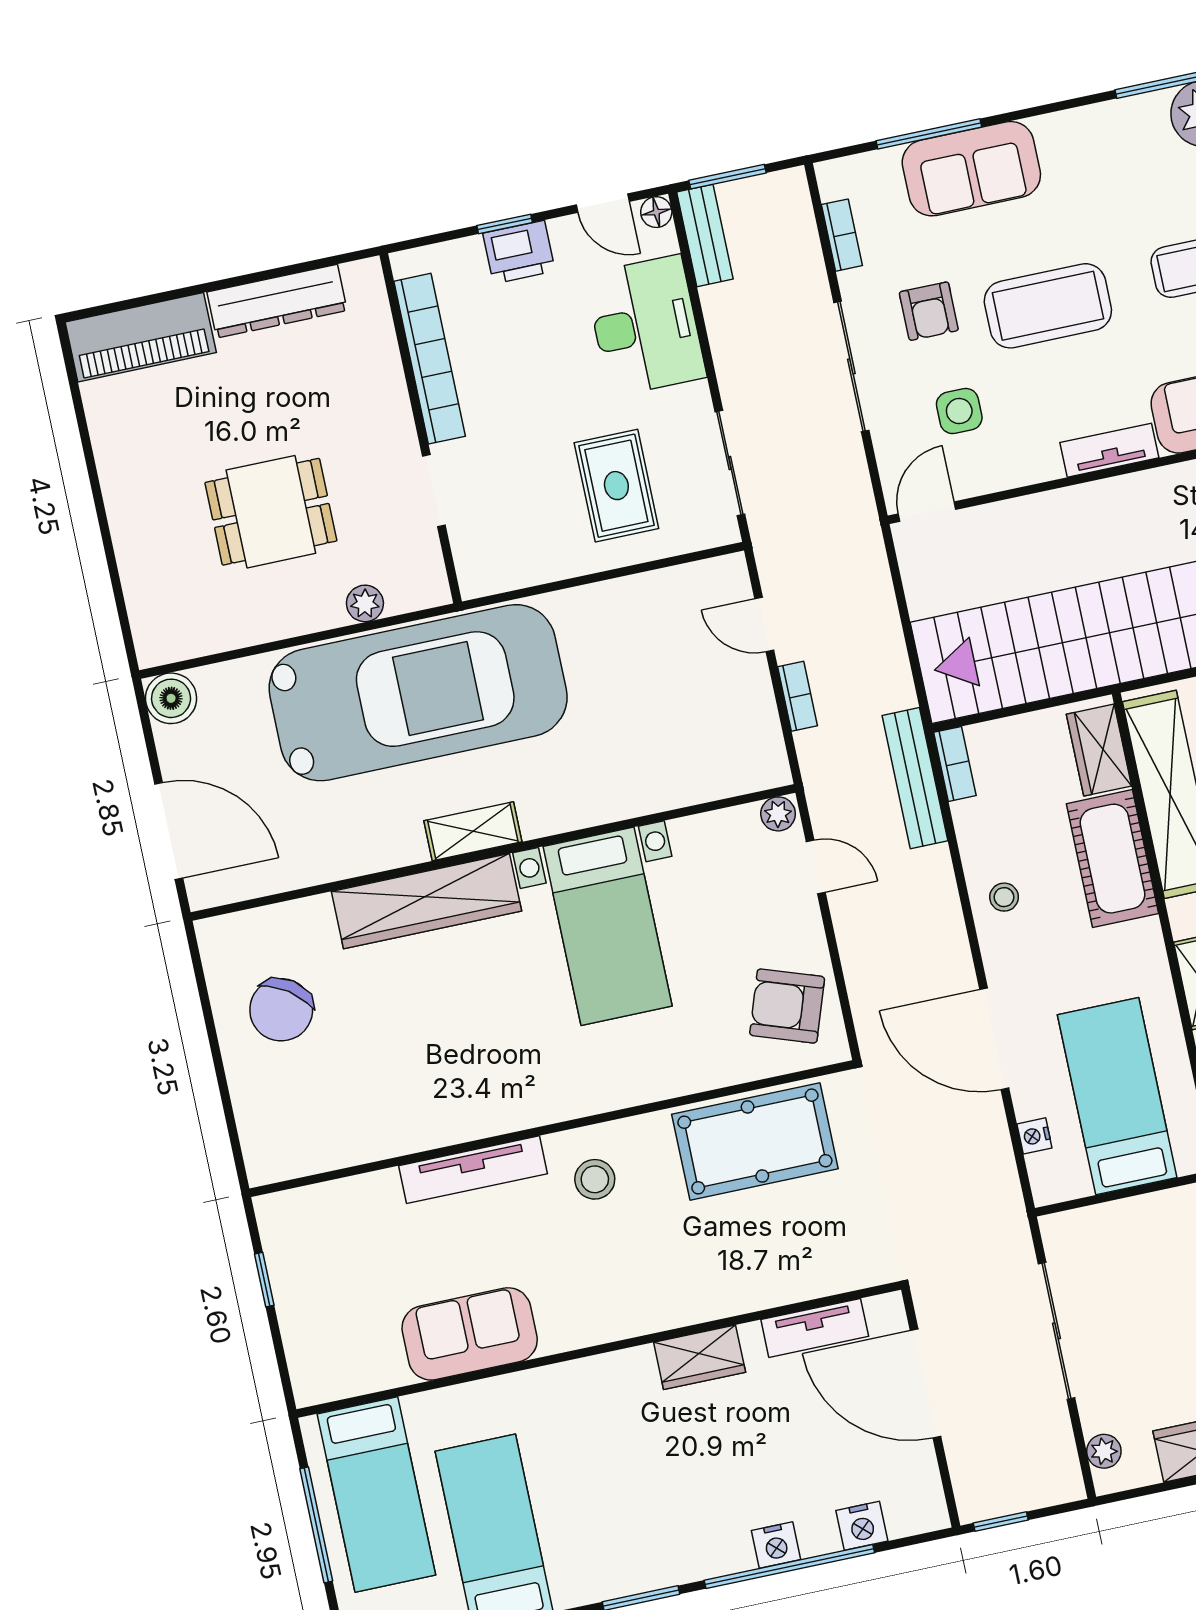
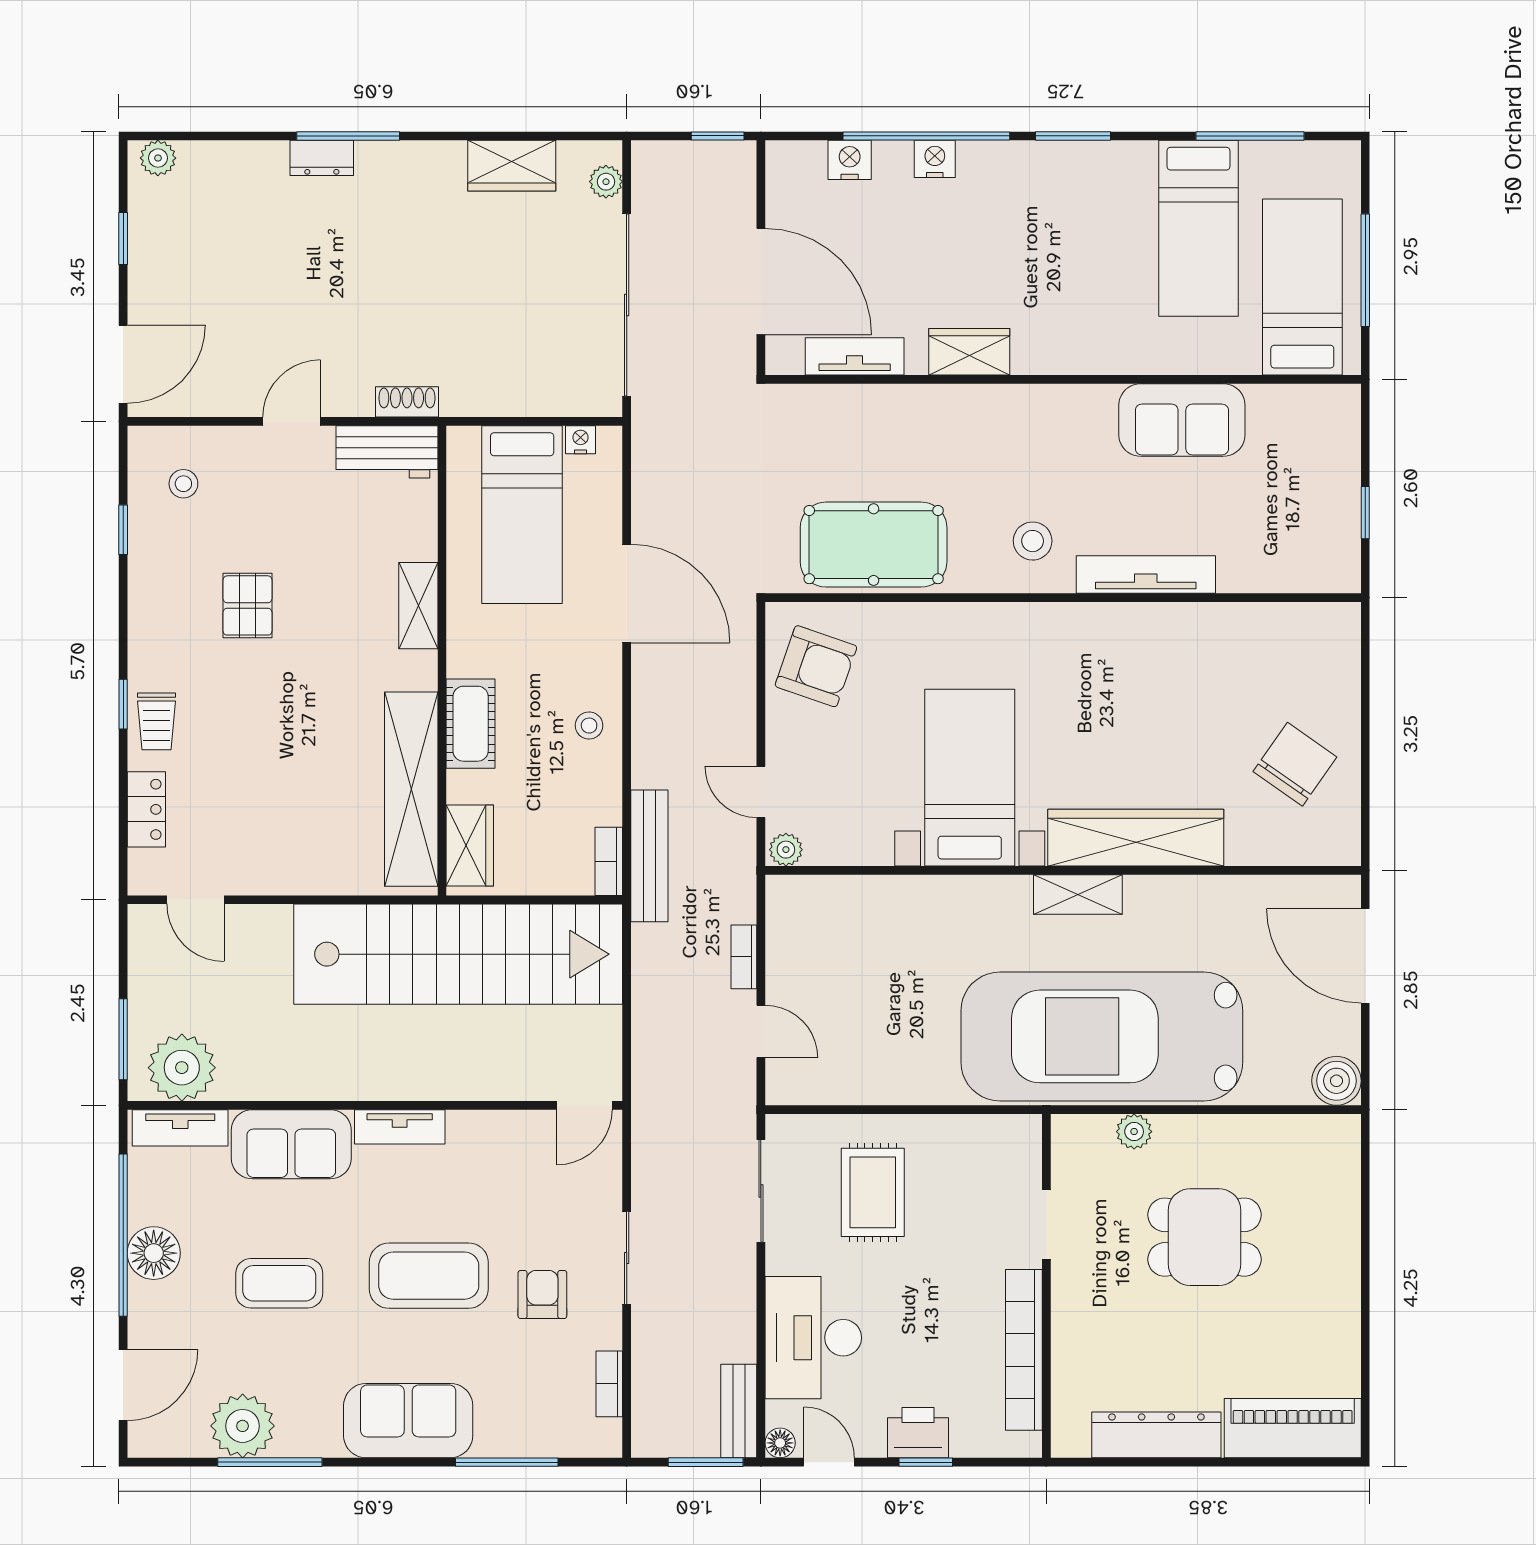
sofa: (971, 169) -> (408, 1421), moved
sliding door: (851, 366) -> (627, 1258), width x0.73
side table: (959, 411) -> (534, 1194), removed
cot: (1112, 859) -> (471, 724), width x0.73, depth x0.75
nightstand: (1034, 1136) -> (581, 440), moved, turned -90
sliding door: (1056, 1331) -> (627, 305), width x1.36

